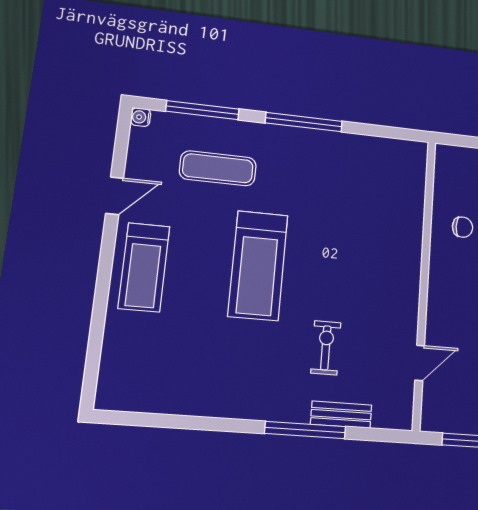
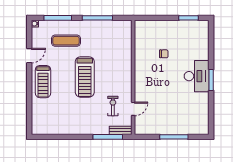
wall: (424, 282) -> (133, 77), moved
door: (420, 363) -> (133, 109), moved

